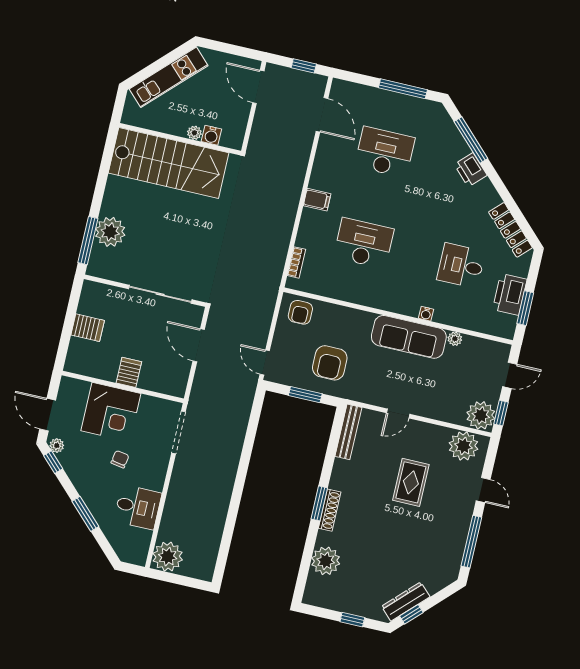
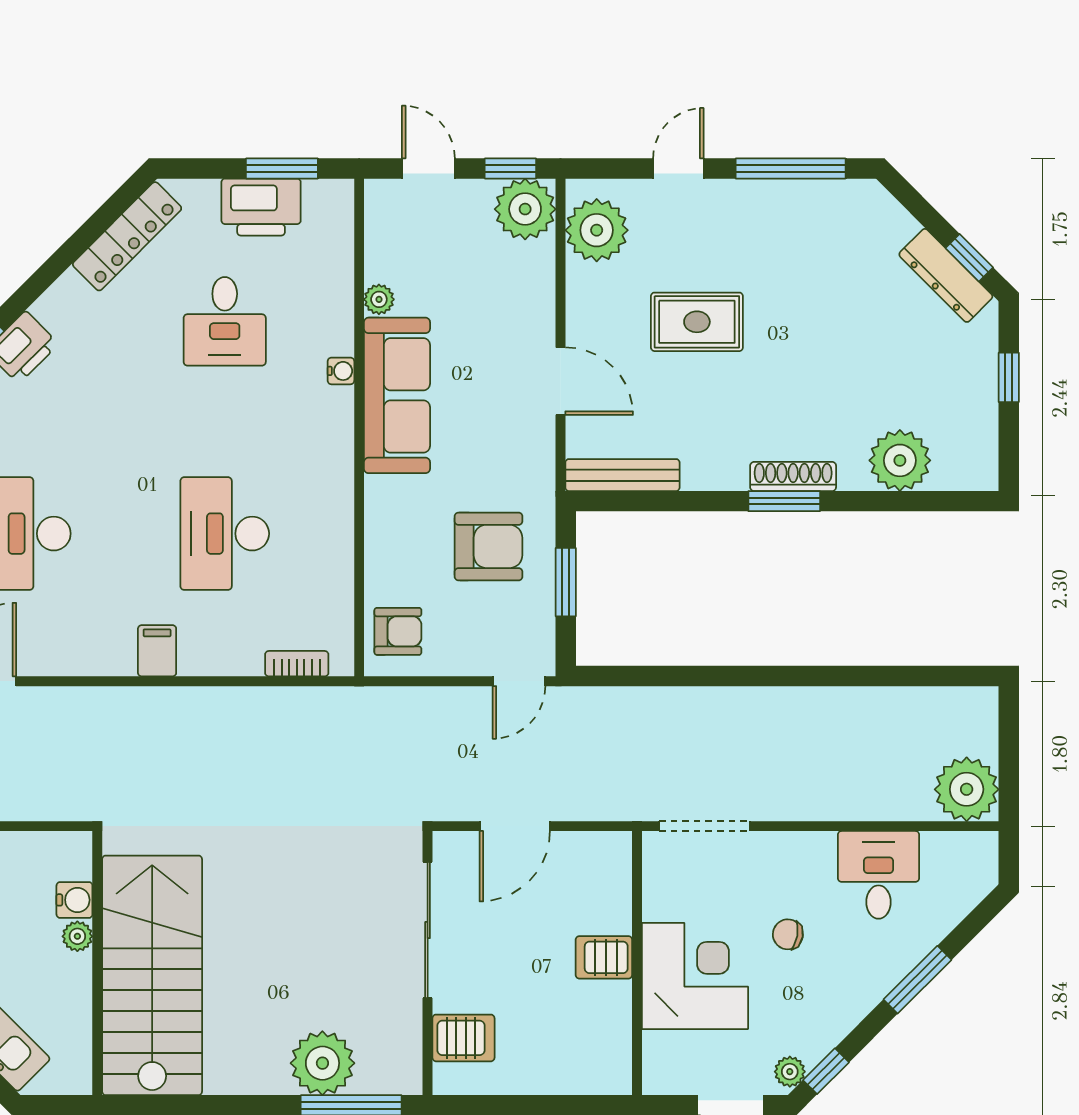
server rack: (88, 328) -> (463, 1038), moved, turned 90
door: (398, 413) -> (560, 381), width x1.38

